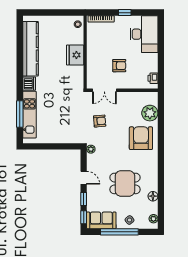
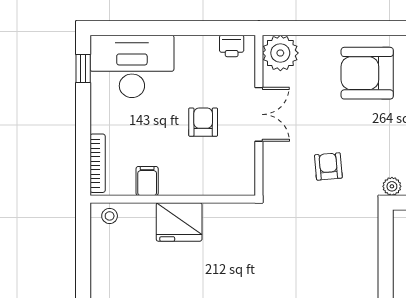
window: (125, 13) -> (83, 69), moved
filing cabinet: (93, 41) -> (147, 181), added
double door: (104, 90) -> (259, 114), moved
plant: (150, 113) -> (280, 53), moved

